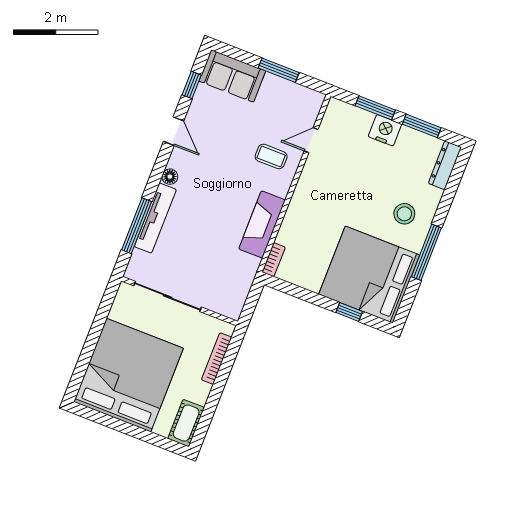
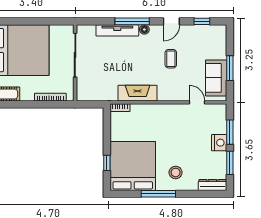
sofa: (232, 76) -> (216, 78), moved
coffee table: (271, 156) -> (171, 59), moved
window: (137, 226) -> (132, 21), moved

